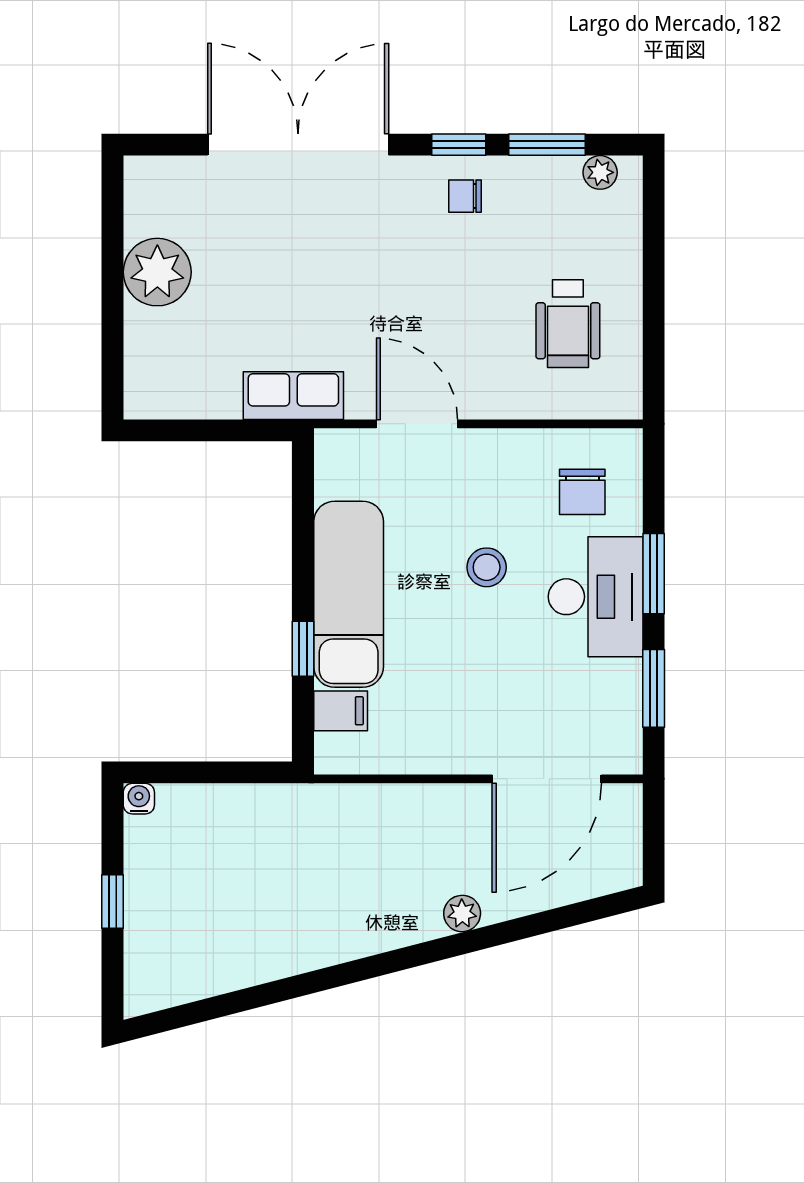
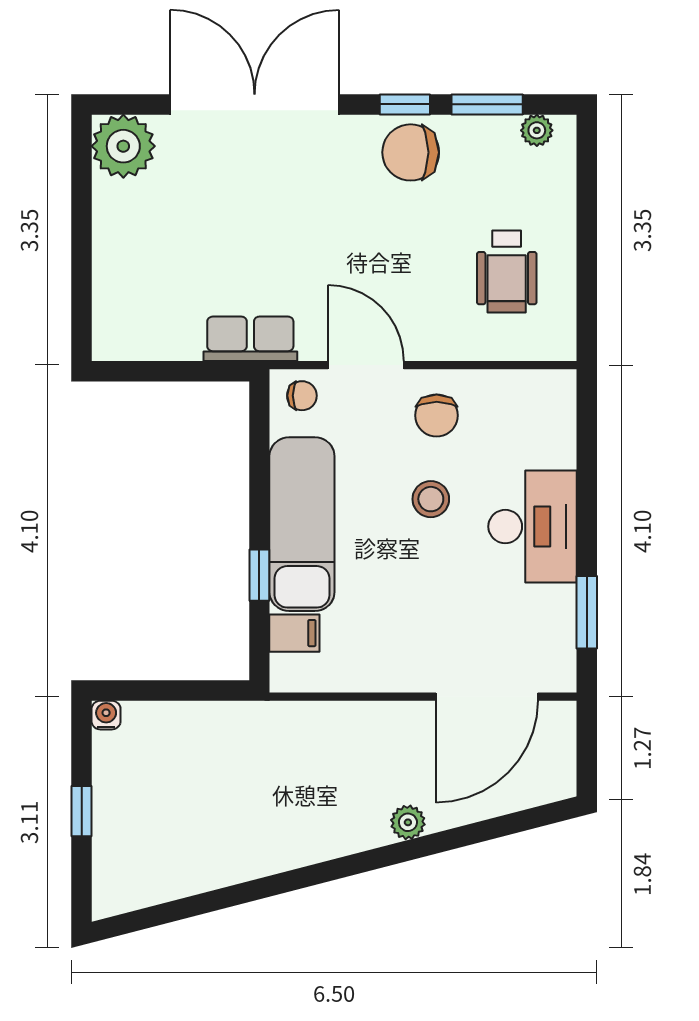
chair: (465, 196) -> (411, 152), width x1.87, depth x1.87
plant: (157, 272) -> (123, 146), moved
chair: (349, 457) -> (302, 396), added
chair: (582, 492) -> (437, 415), moved
window: (654, 574) -> (587, 505), removed

